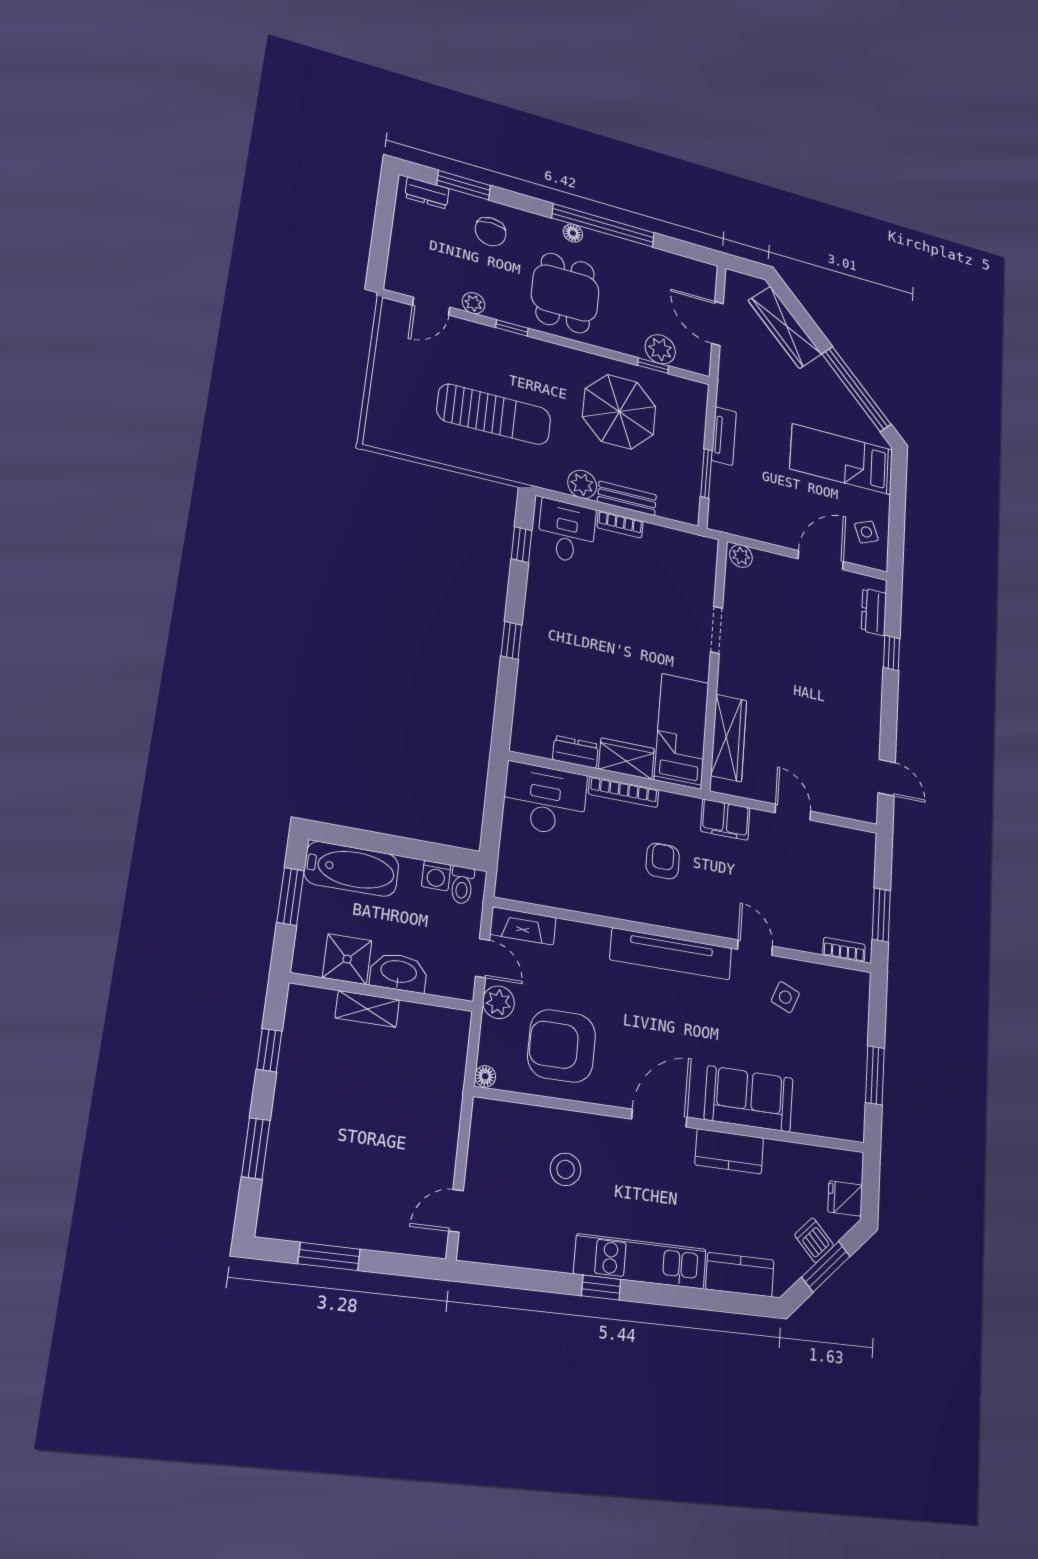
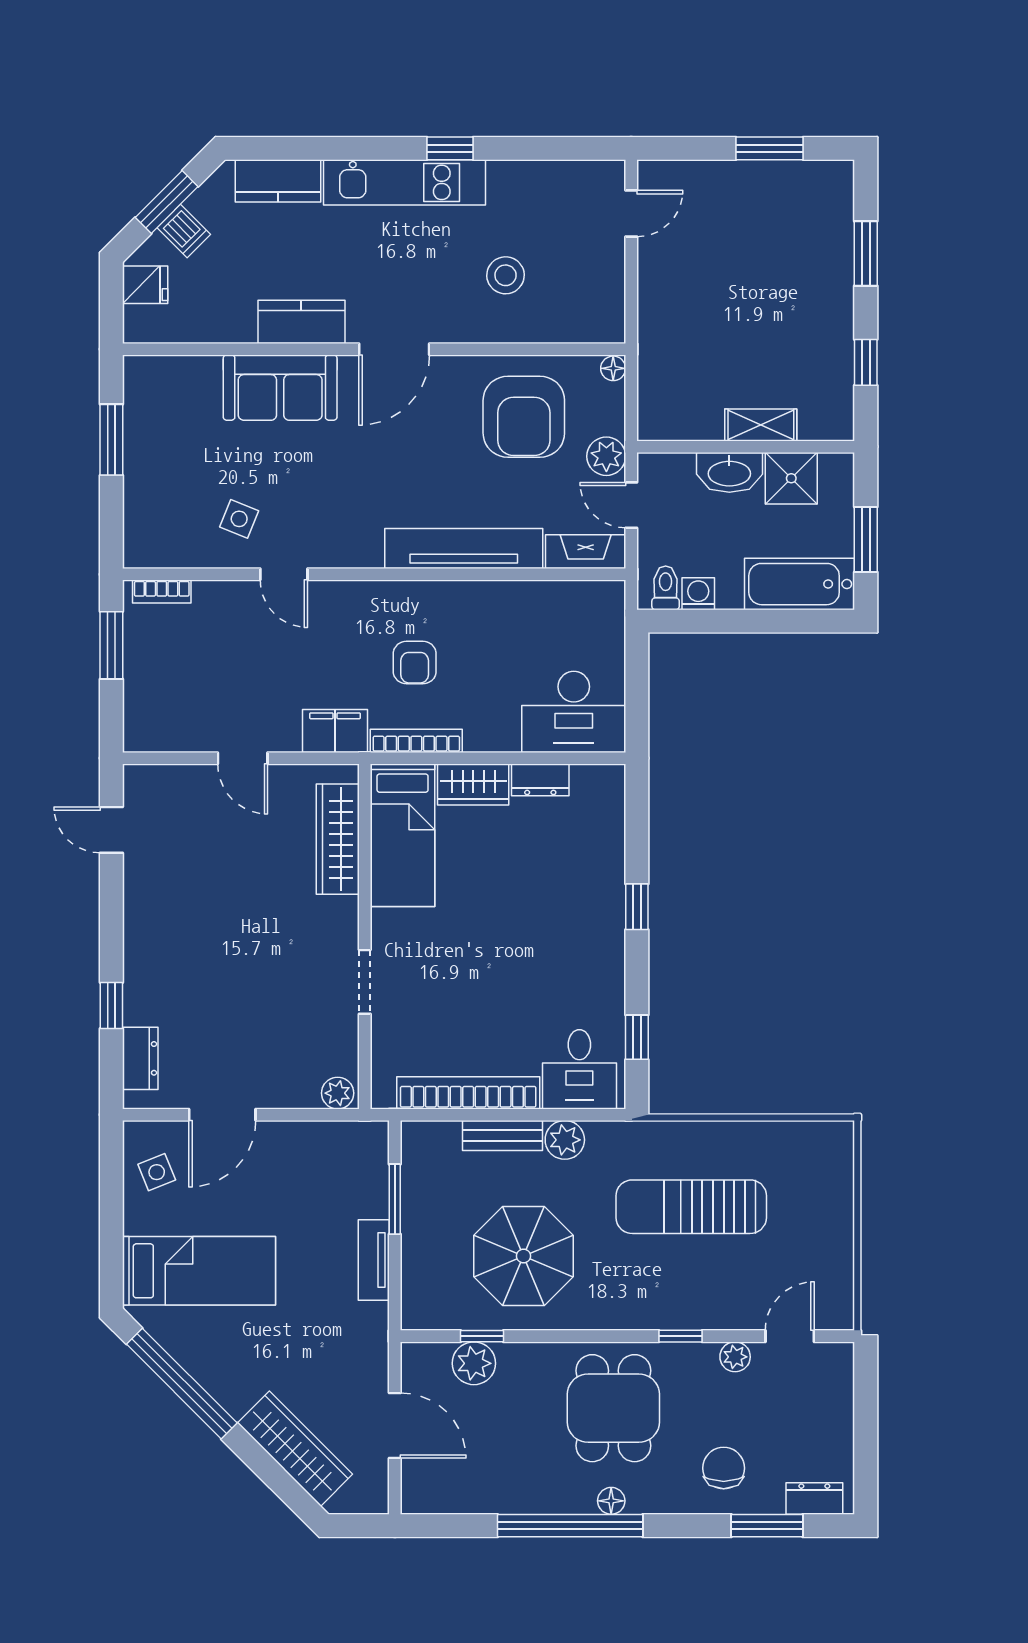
bookcase: (620, 524) -> (468, 1093), width x2.31, depth x1.31
bookcase: (624, 792) -> (416, 741), moved
tv unit: (671, 954) -> (464, 548), moved
armchair: (562, 1046) -> (524, 417), turned 90

